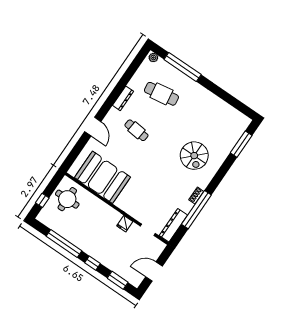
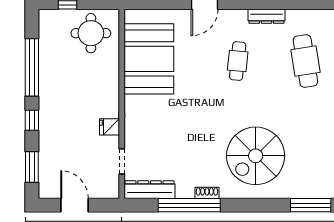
spiral stairs: (194, 156) -> (256, 156), width x1.37, depth x1.37

